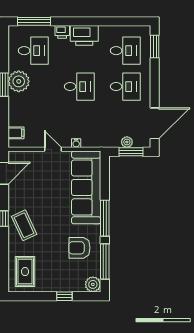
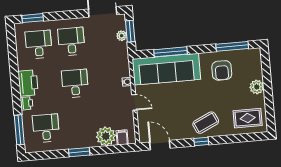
plant: (19, 81) -> (106, 136), moved
door: (53, 149) -> (134, 102), swing flipped
window: (105, 218) -> (171, 52), moved
plant: (93, 284) -> (257, 87), moved
window: (64, 296) -> (267, 80), removed

